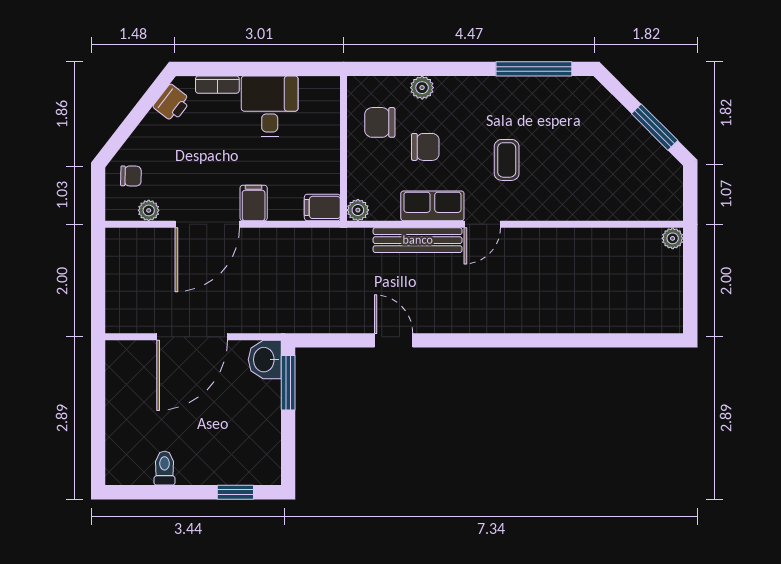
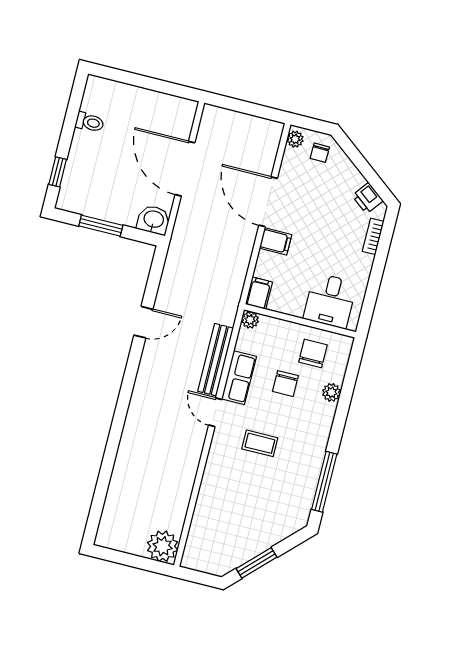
desk: (270, 106) -> (330, 301), moved, turned 90
plant: (149, 210) -> (295, 139), moved
plant: (673, 238) -> (163, 546), width x1.88, depth x1.88
window: (288, 383) -> (101, 226), moved

